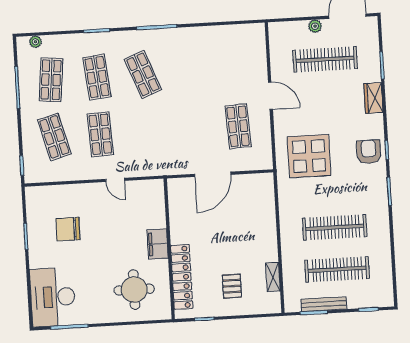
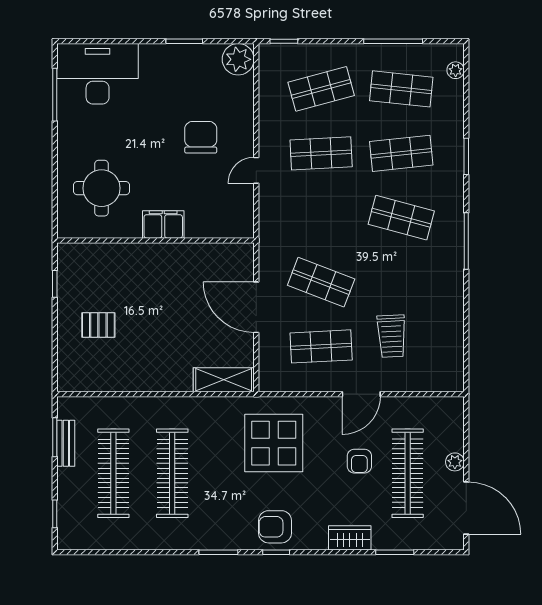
shop shelf: (143, 74) -> (401, 218), turned 36
trolley: (228, 76) -> (392, 336), added
armchair: (318, 94) -> (359, 461), added
shop shelf: (192, 129) -> (321, 282), added
armchair: (369, 152) -> (275, 527), turned 180
plant: (37, 197) -> (238, 59), added
chair: (68, 229) -> (201, 137), moved
locker: (182, 277) -> (115, 256), removed
shelving: (273, 277) -> (224, 380), moved, width x1.50, depth x1.33
bench: (324, 304) -> (66, 443), width x0.73

